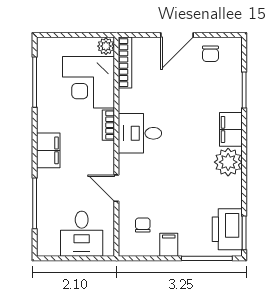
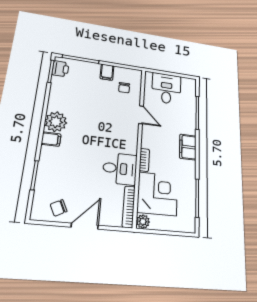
chair: (210, 54) -> (59, 208), turned -117
filing cabinet: (231, 129) -> (51, 139), width x0.50
desk: (140, 133) -> (120, 169), moved
printer: (227, 229) -> (61, 69), width x0.53, depth x0.68

